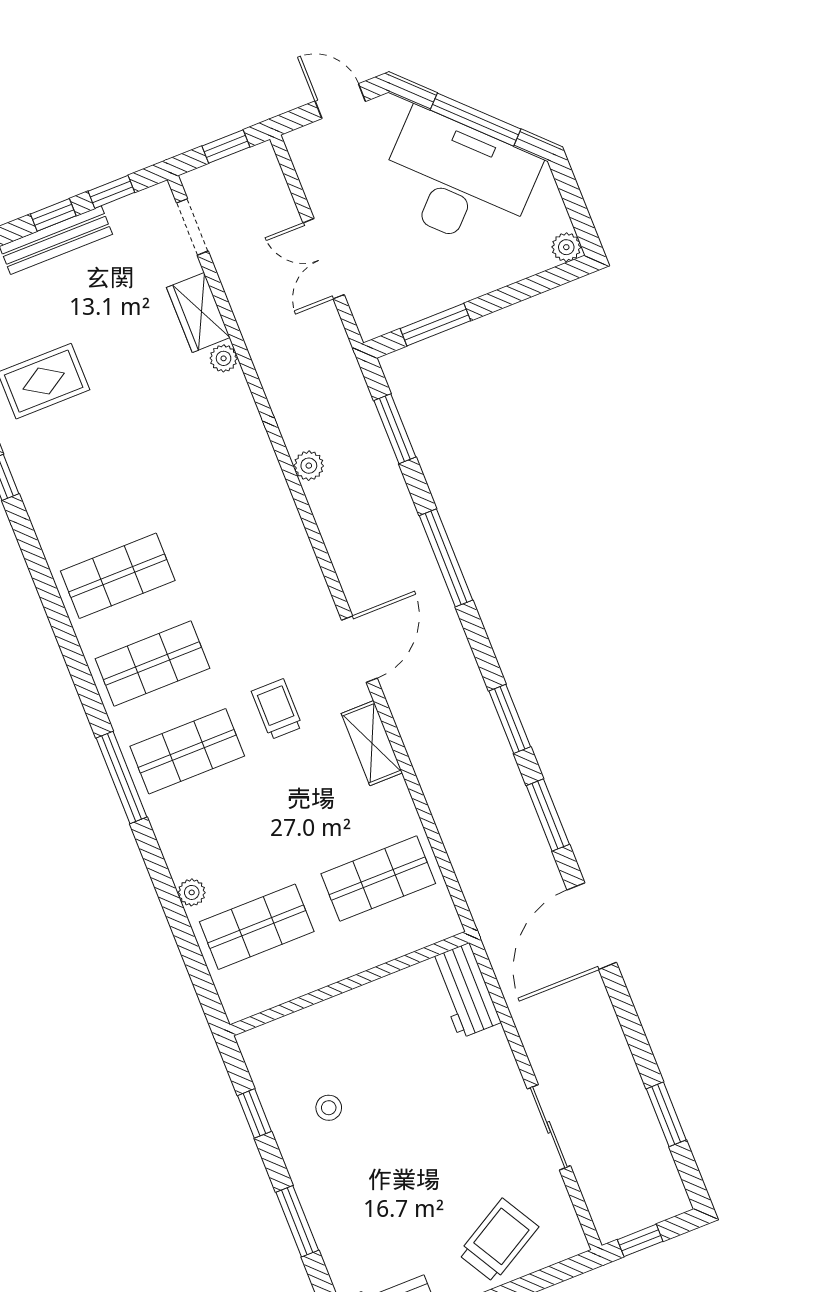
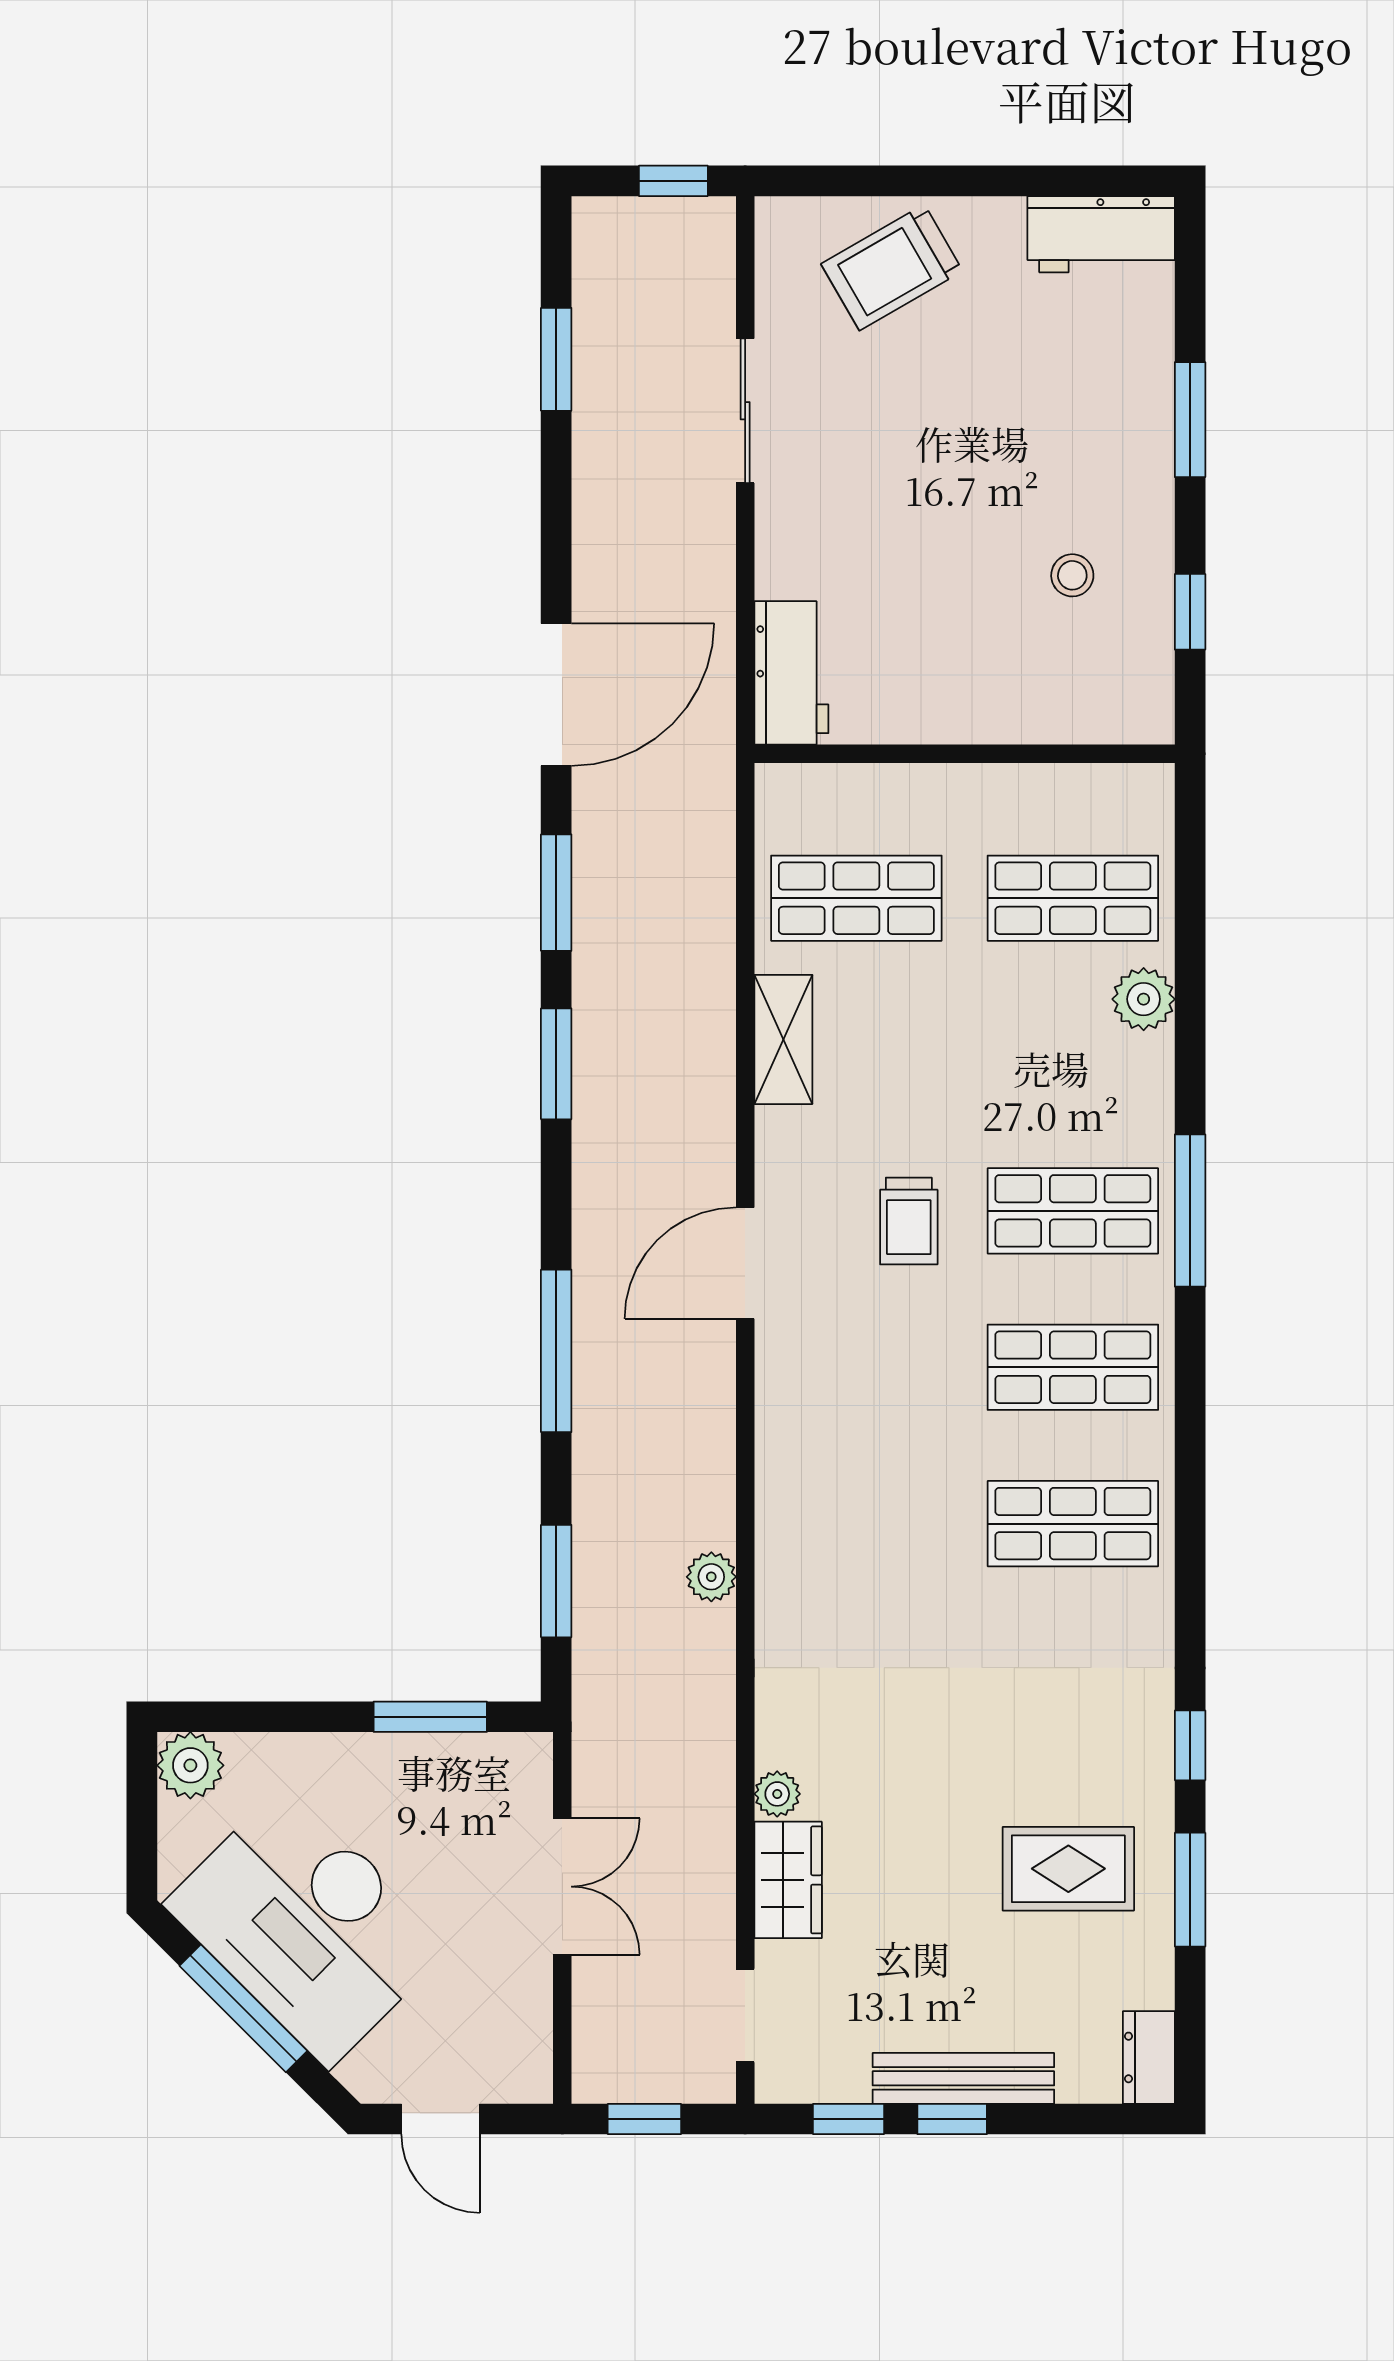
plant: (566, 247) -> (190, 1765), width x1.38, depth x1.38
shelving: (372, 743) -> (783, 1039), moved
plant: (192, 892) -> (1144, 999), width x1.38, depth x1.38

